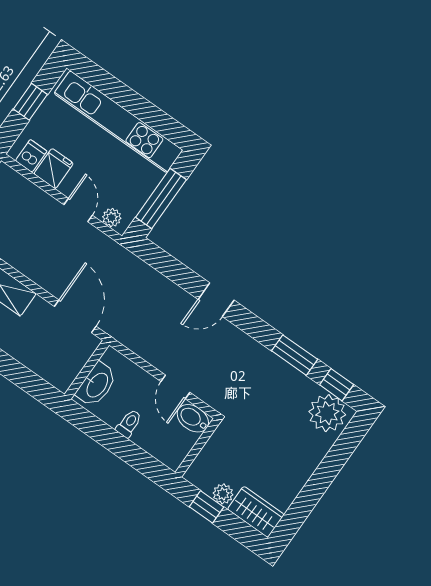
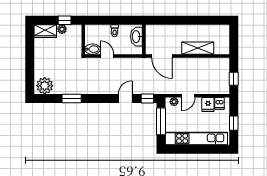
door: (78, 210) -> (188, 96), hinge flipped
door: (216, 300) -> (125, 99), moved
window: (337, 385) -> (147, 99), moved

